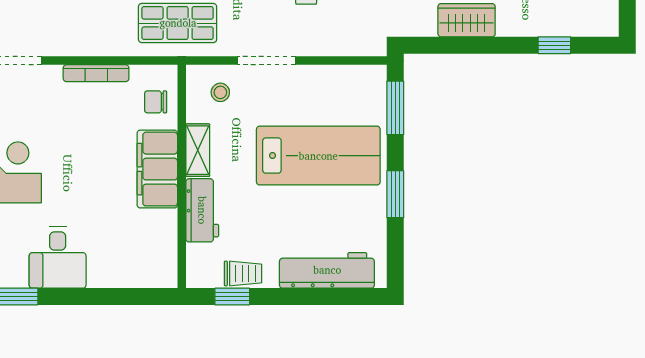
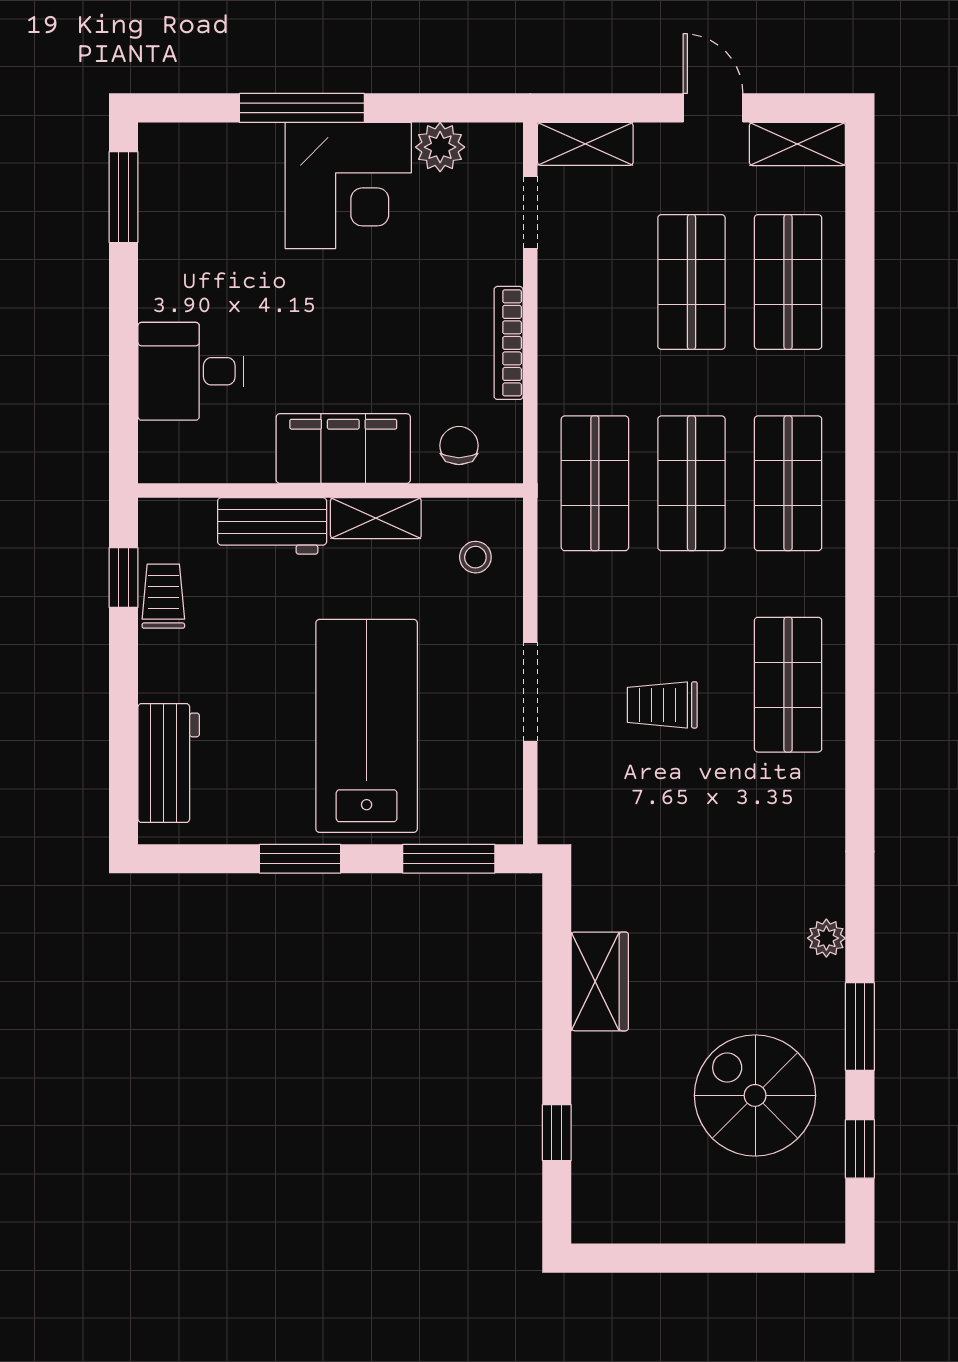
doorway: (267, 61) -> (530, 692), moved
lab bench: (318, 156) -> (367, 726), turned 180
desk: (58, 258) -> (191, 371), moved
workbench: (327, 270) -> (169, 763), width x0.73
trolley: (243, 273) -> (163, 596), turned 180

